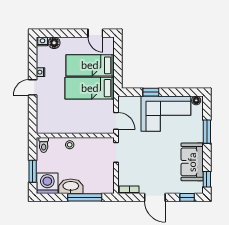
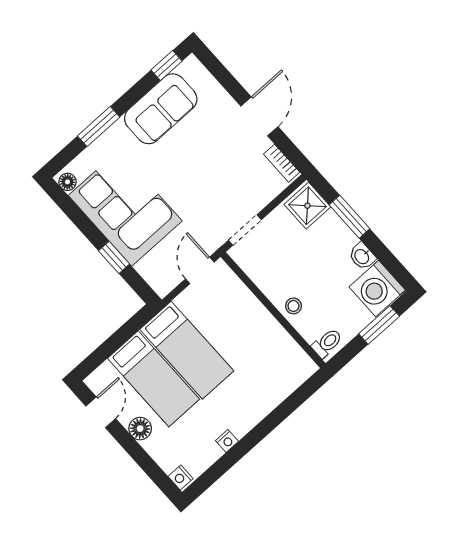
floor lamp: (54, 43) -> (140, 429), moved
door: (33, 87) -> (259, 433), removed
shower: (104, 185) -> (307, 206), added
washbasin: (71, 186) -> (362, 256), width x0.52, depth x0.69
window: (85, 197) -> (349, 217), width x0.69
window: (187, 197) -> (218, 70), removed

